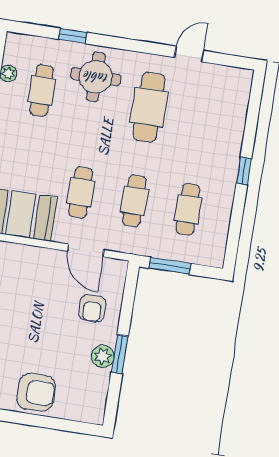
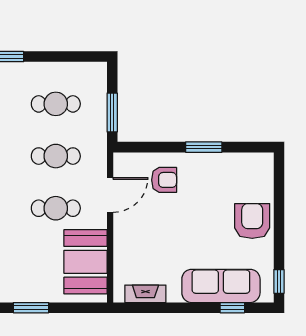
plant: (103, 356) -> (208, 163), removed

